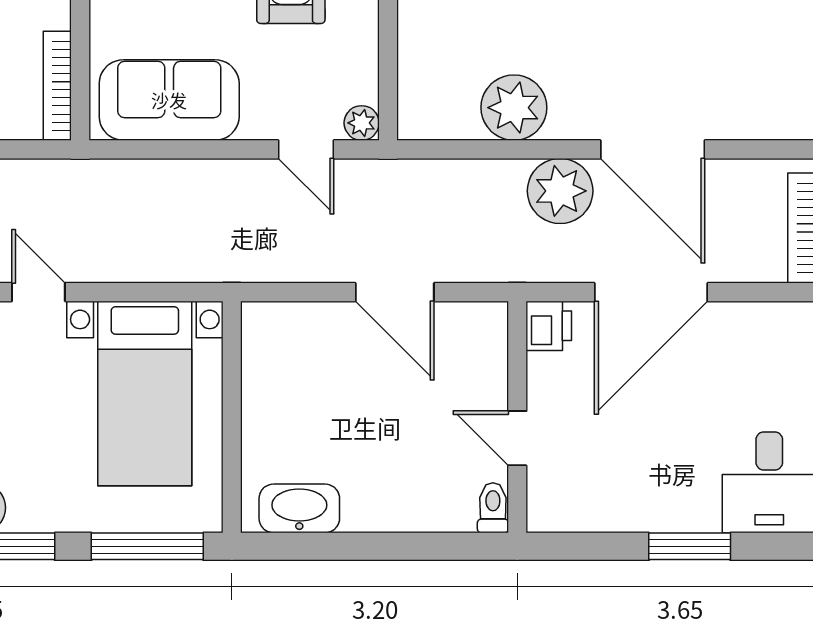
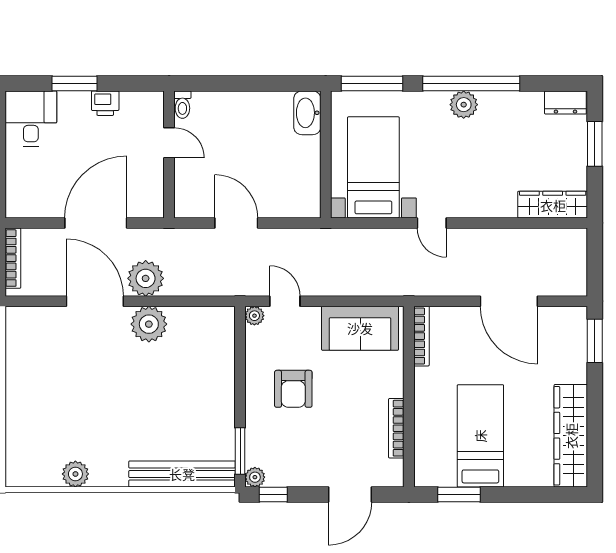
plant: (514, 108) -> (149, 324), moved
printer: (549, 326) -> (105, 103), moved, turned -90
washbasin: (299, 508) -> (307, 113), moved, turned 90

